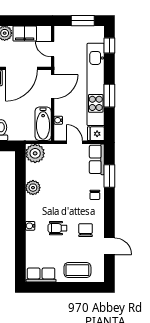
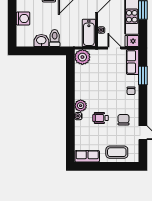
plant: (33, 188) -> (81, 106), moved

